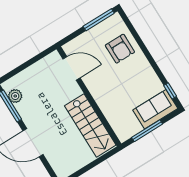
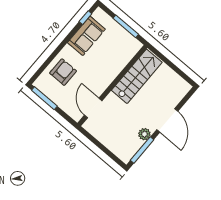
plant: (15, 96) -> (144, 134), moved
sofa: (155, 109) -> (86, 36), moved, turned -90

